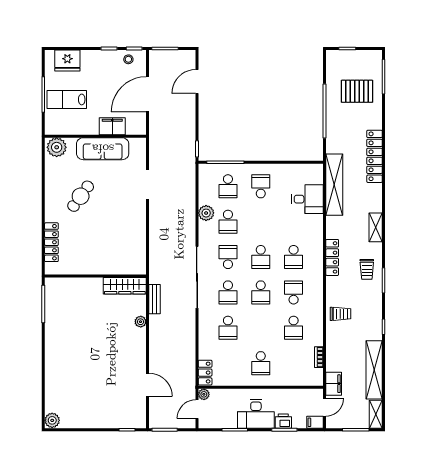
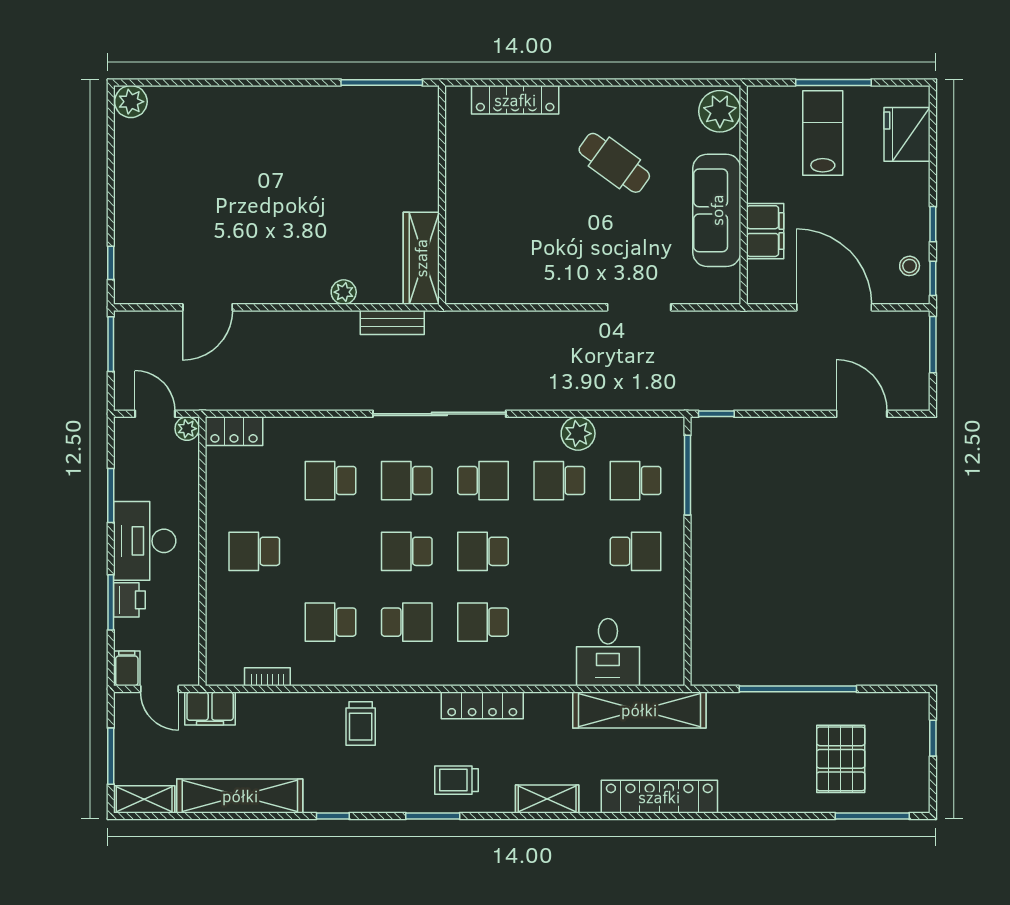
locker: (375, 156) -> (659, 797), moved

